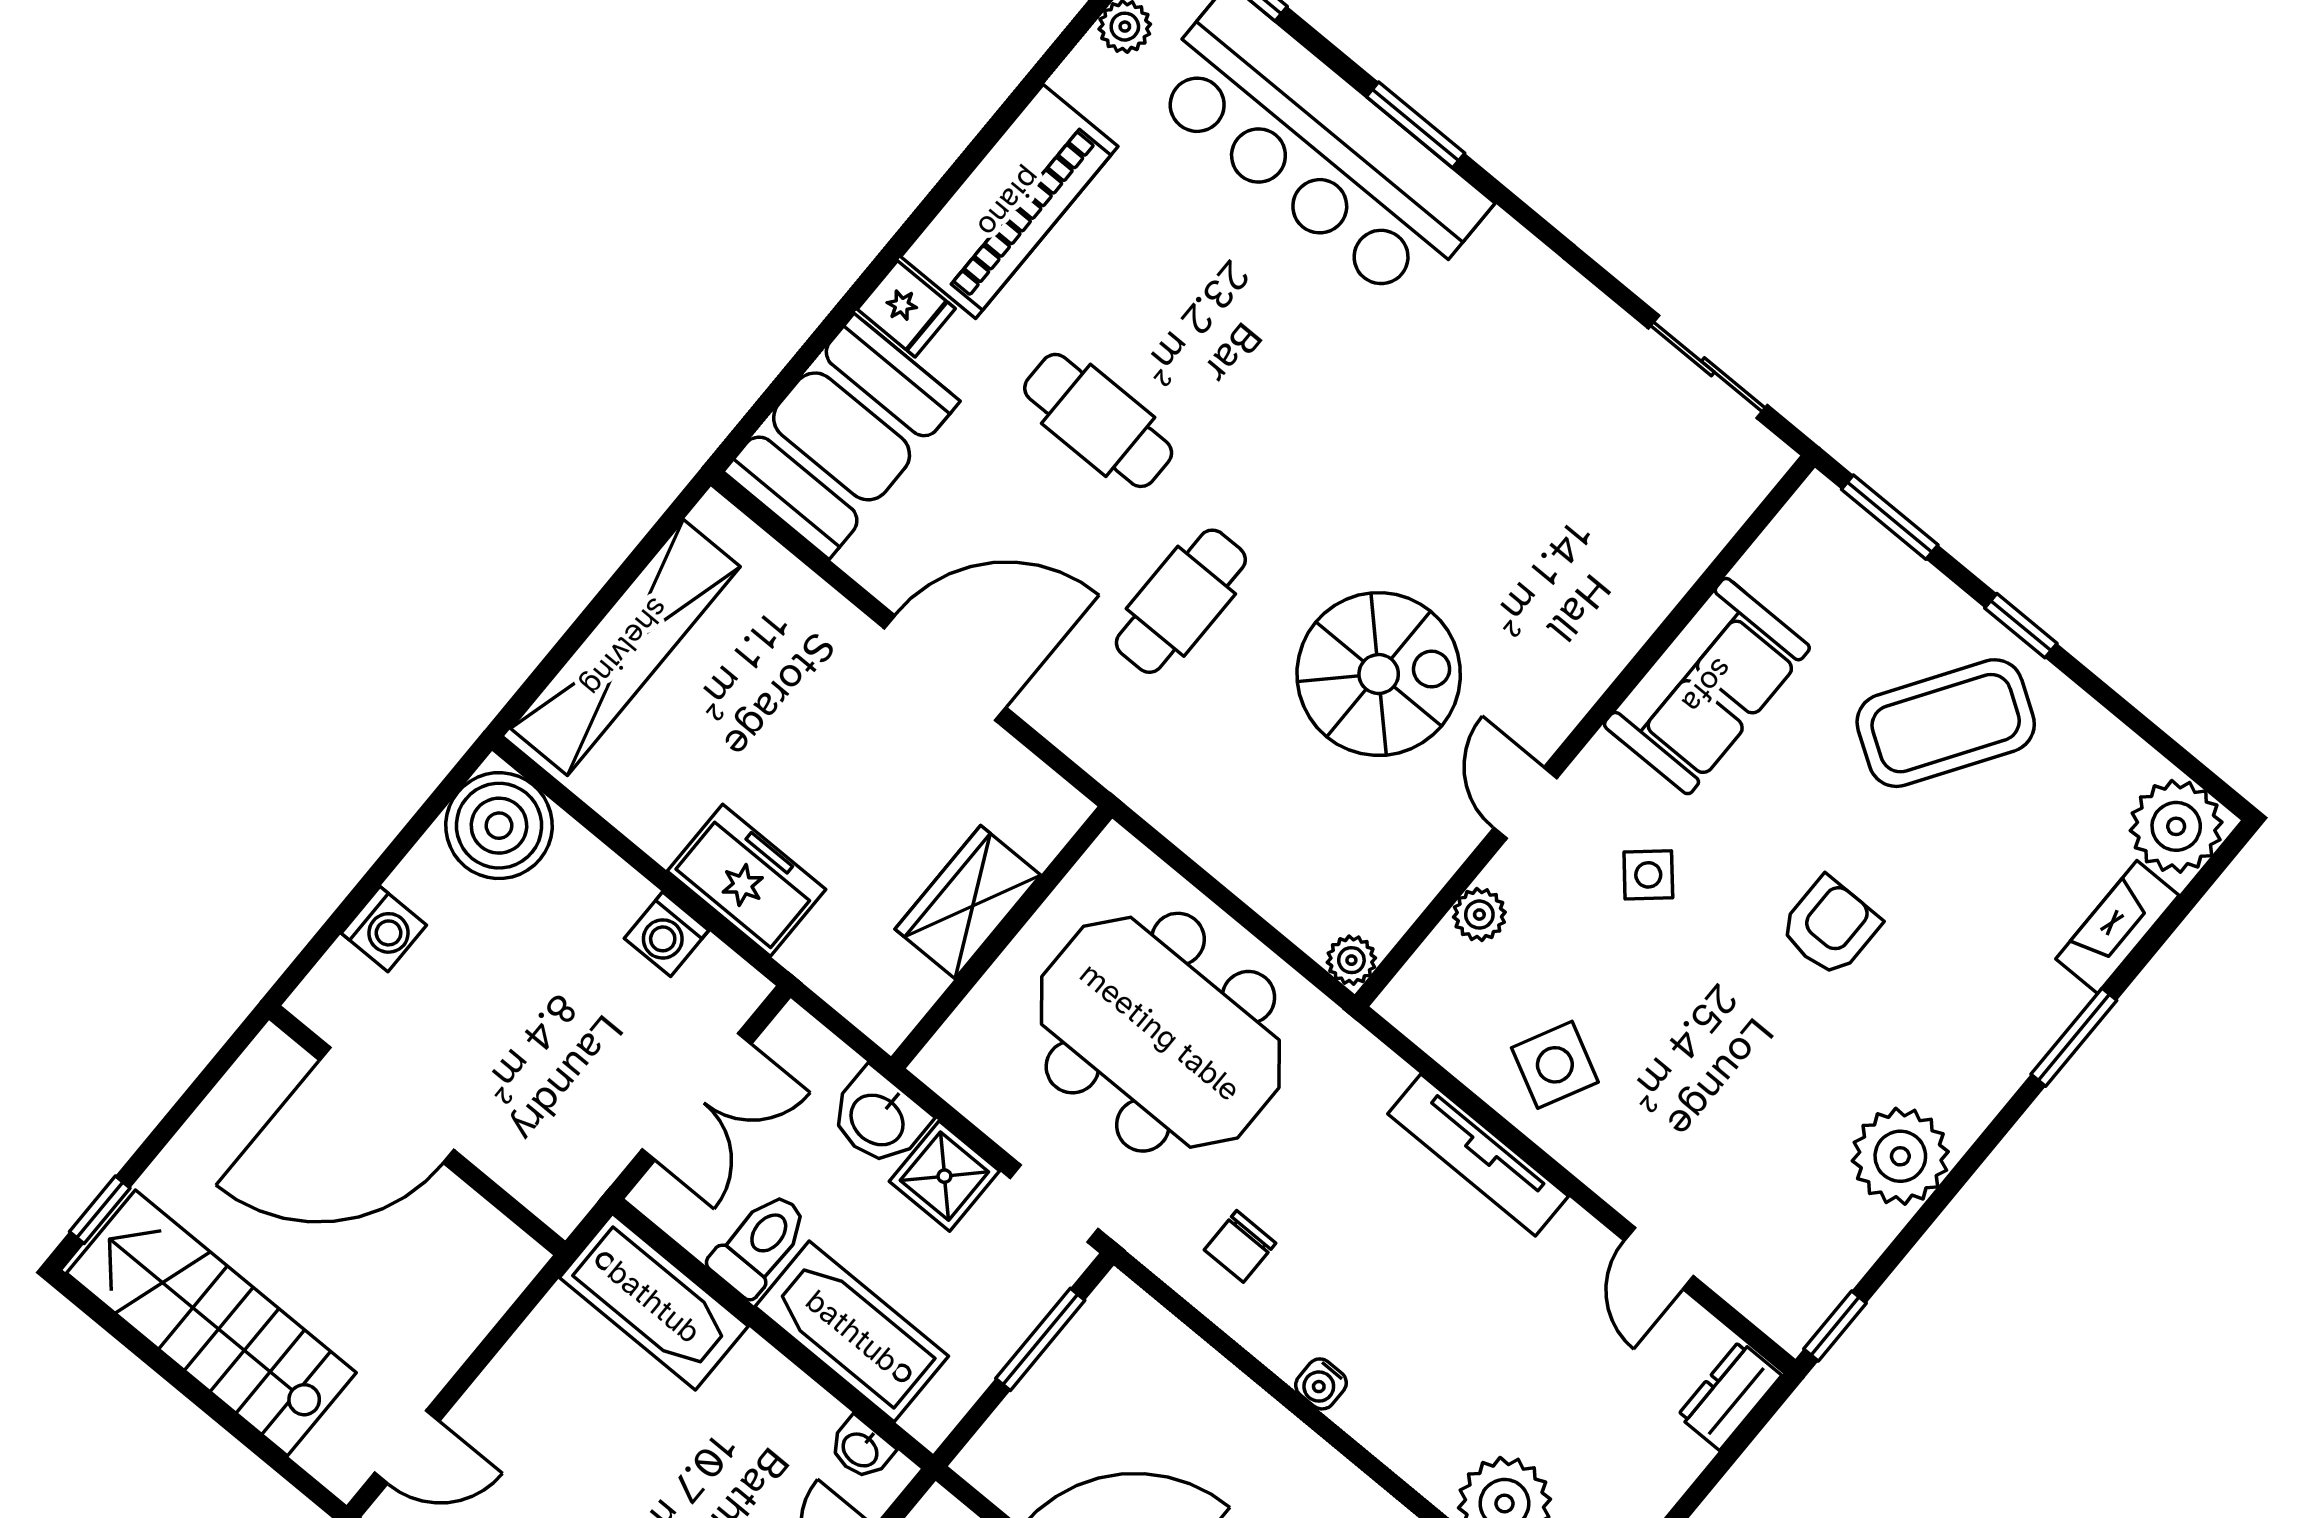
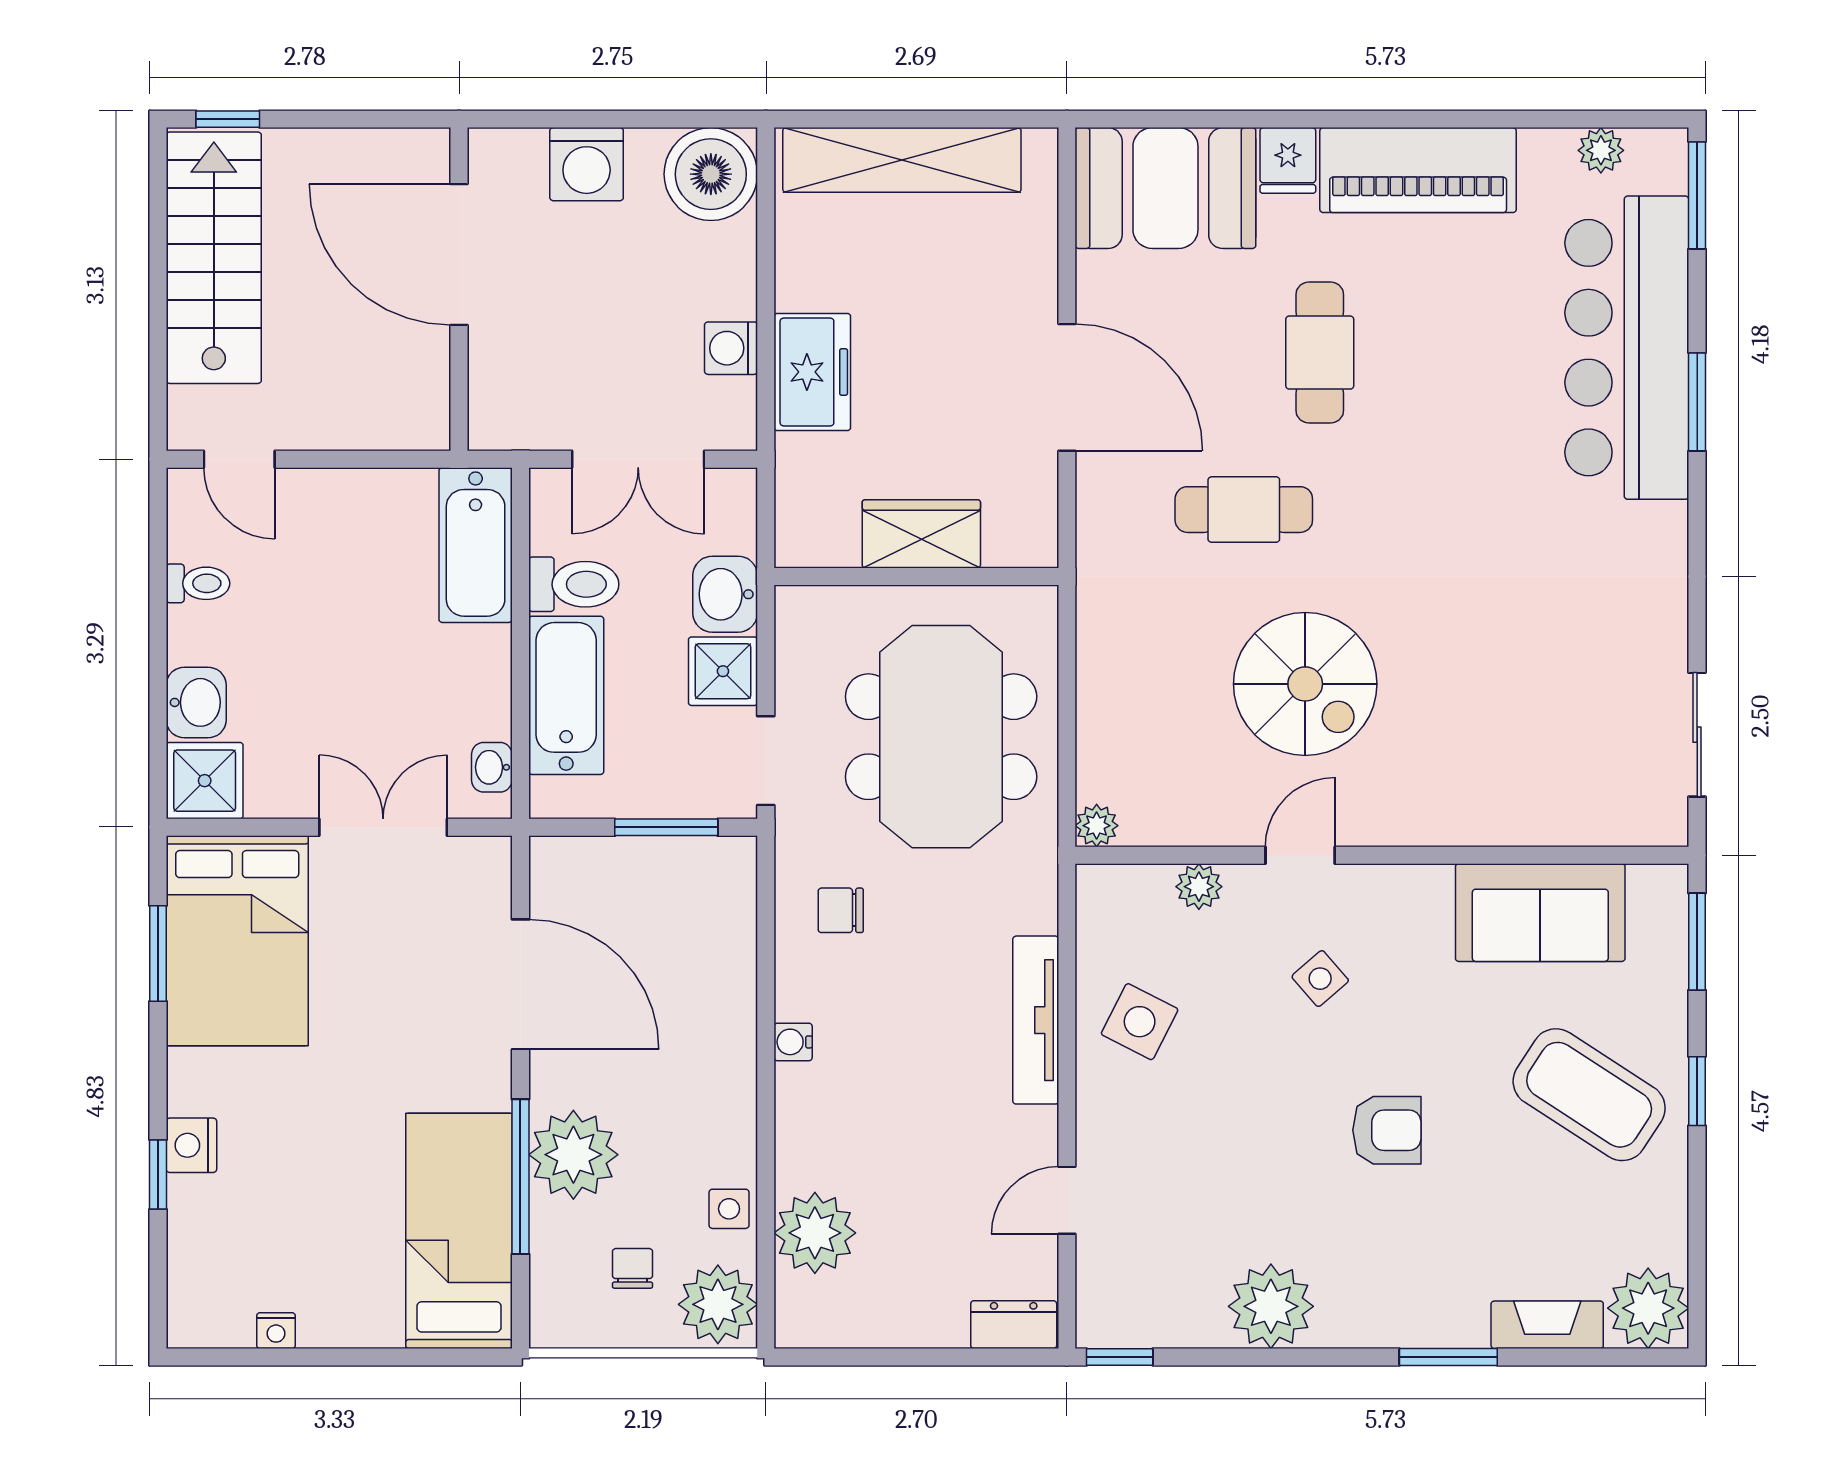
sofa: (1707, 686) -> (1540, 913), moved
washing machine: (384, 929) -> (587, 164), width x1.38, depth x1.38

